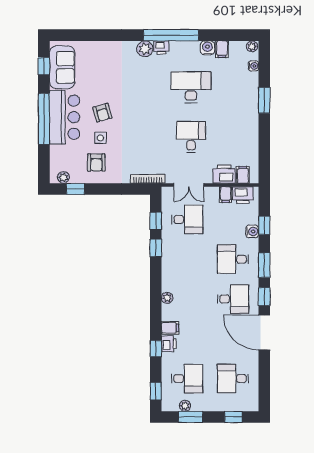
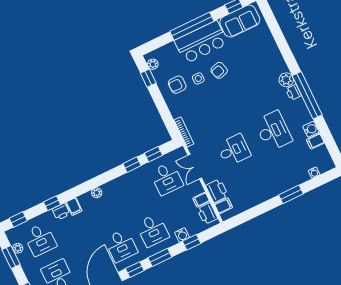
plant: (252, 46) -> (329, 164), removed
desk: (233, 259) -> (153, 230), turned 180

